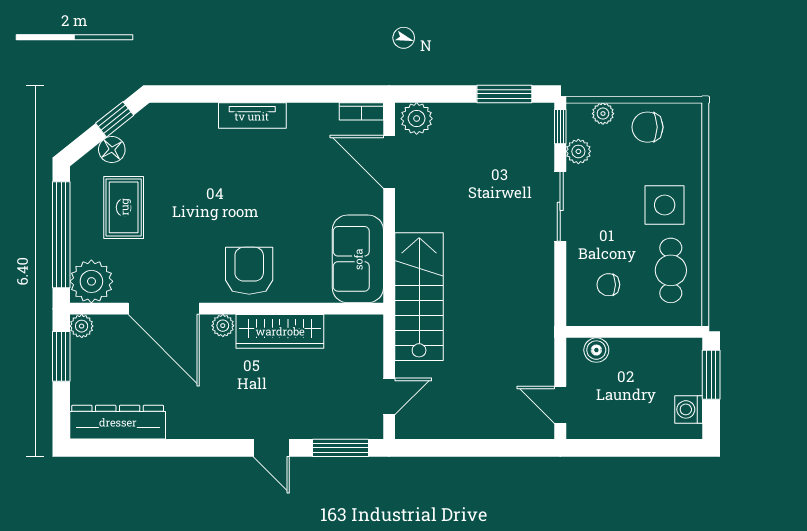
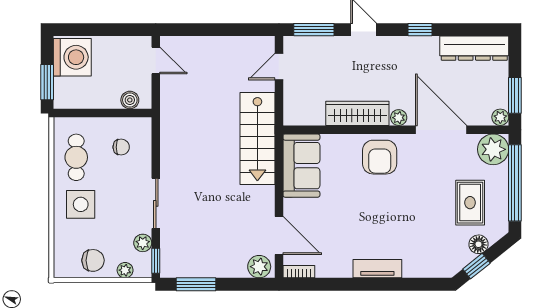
washing machine: (689, 409) -> (72, 57), width x1.89, depth x1.89
window: (193, 448) -> (420, 30), added

